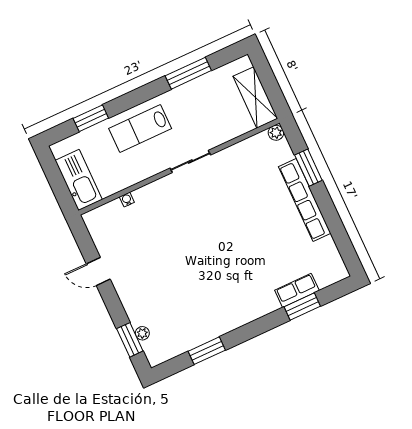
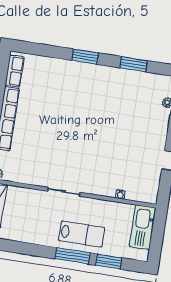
window: (188, 73) -> (72, 256), moved
row of seats: (297, 290) -> (15, 71), moved, turned -90
window: (302, 307) -> (85, 57), moved

